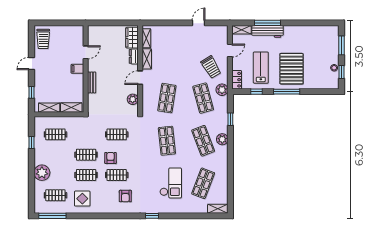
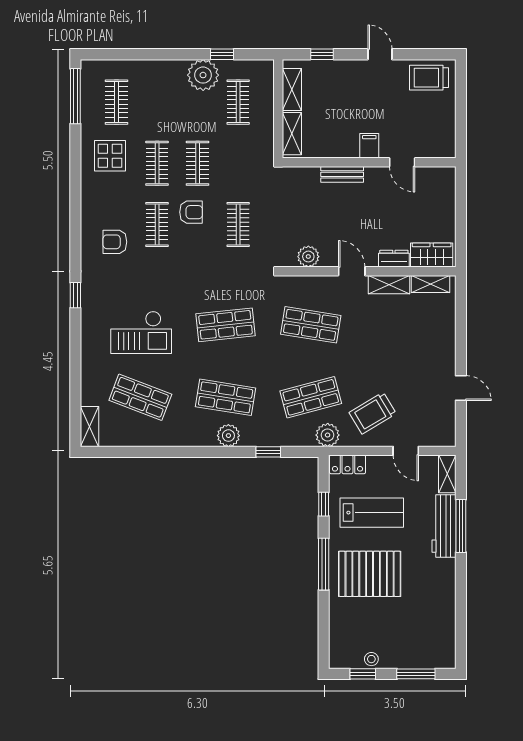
shop shelf: (203, 141) -> (226, 397), turned 30
plant: (42, 173) -> (203, 75), moved

